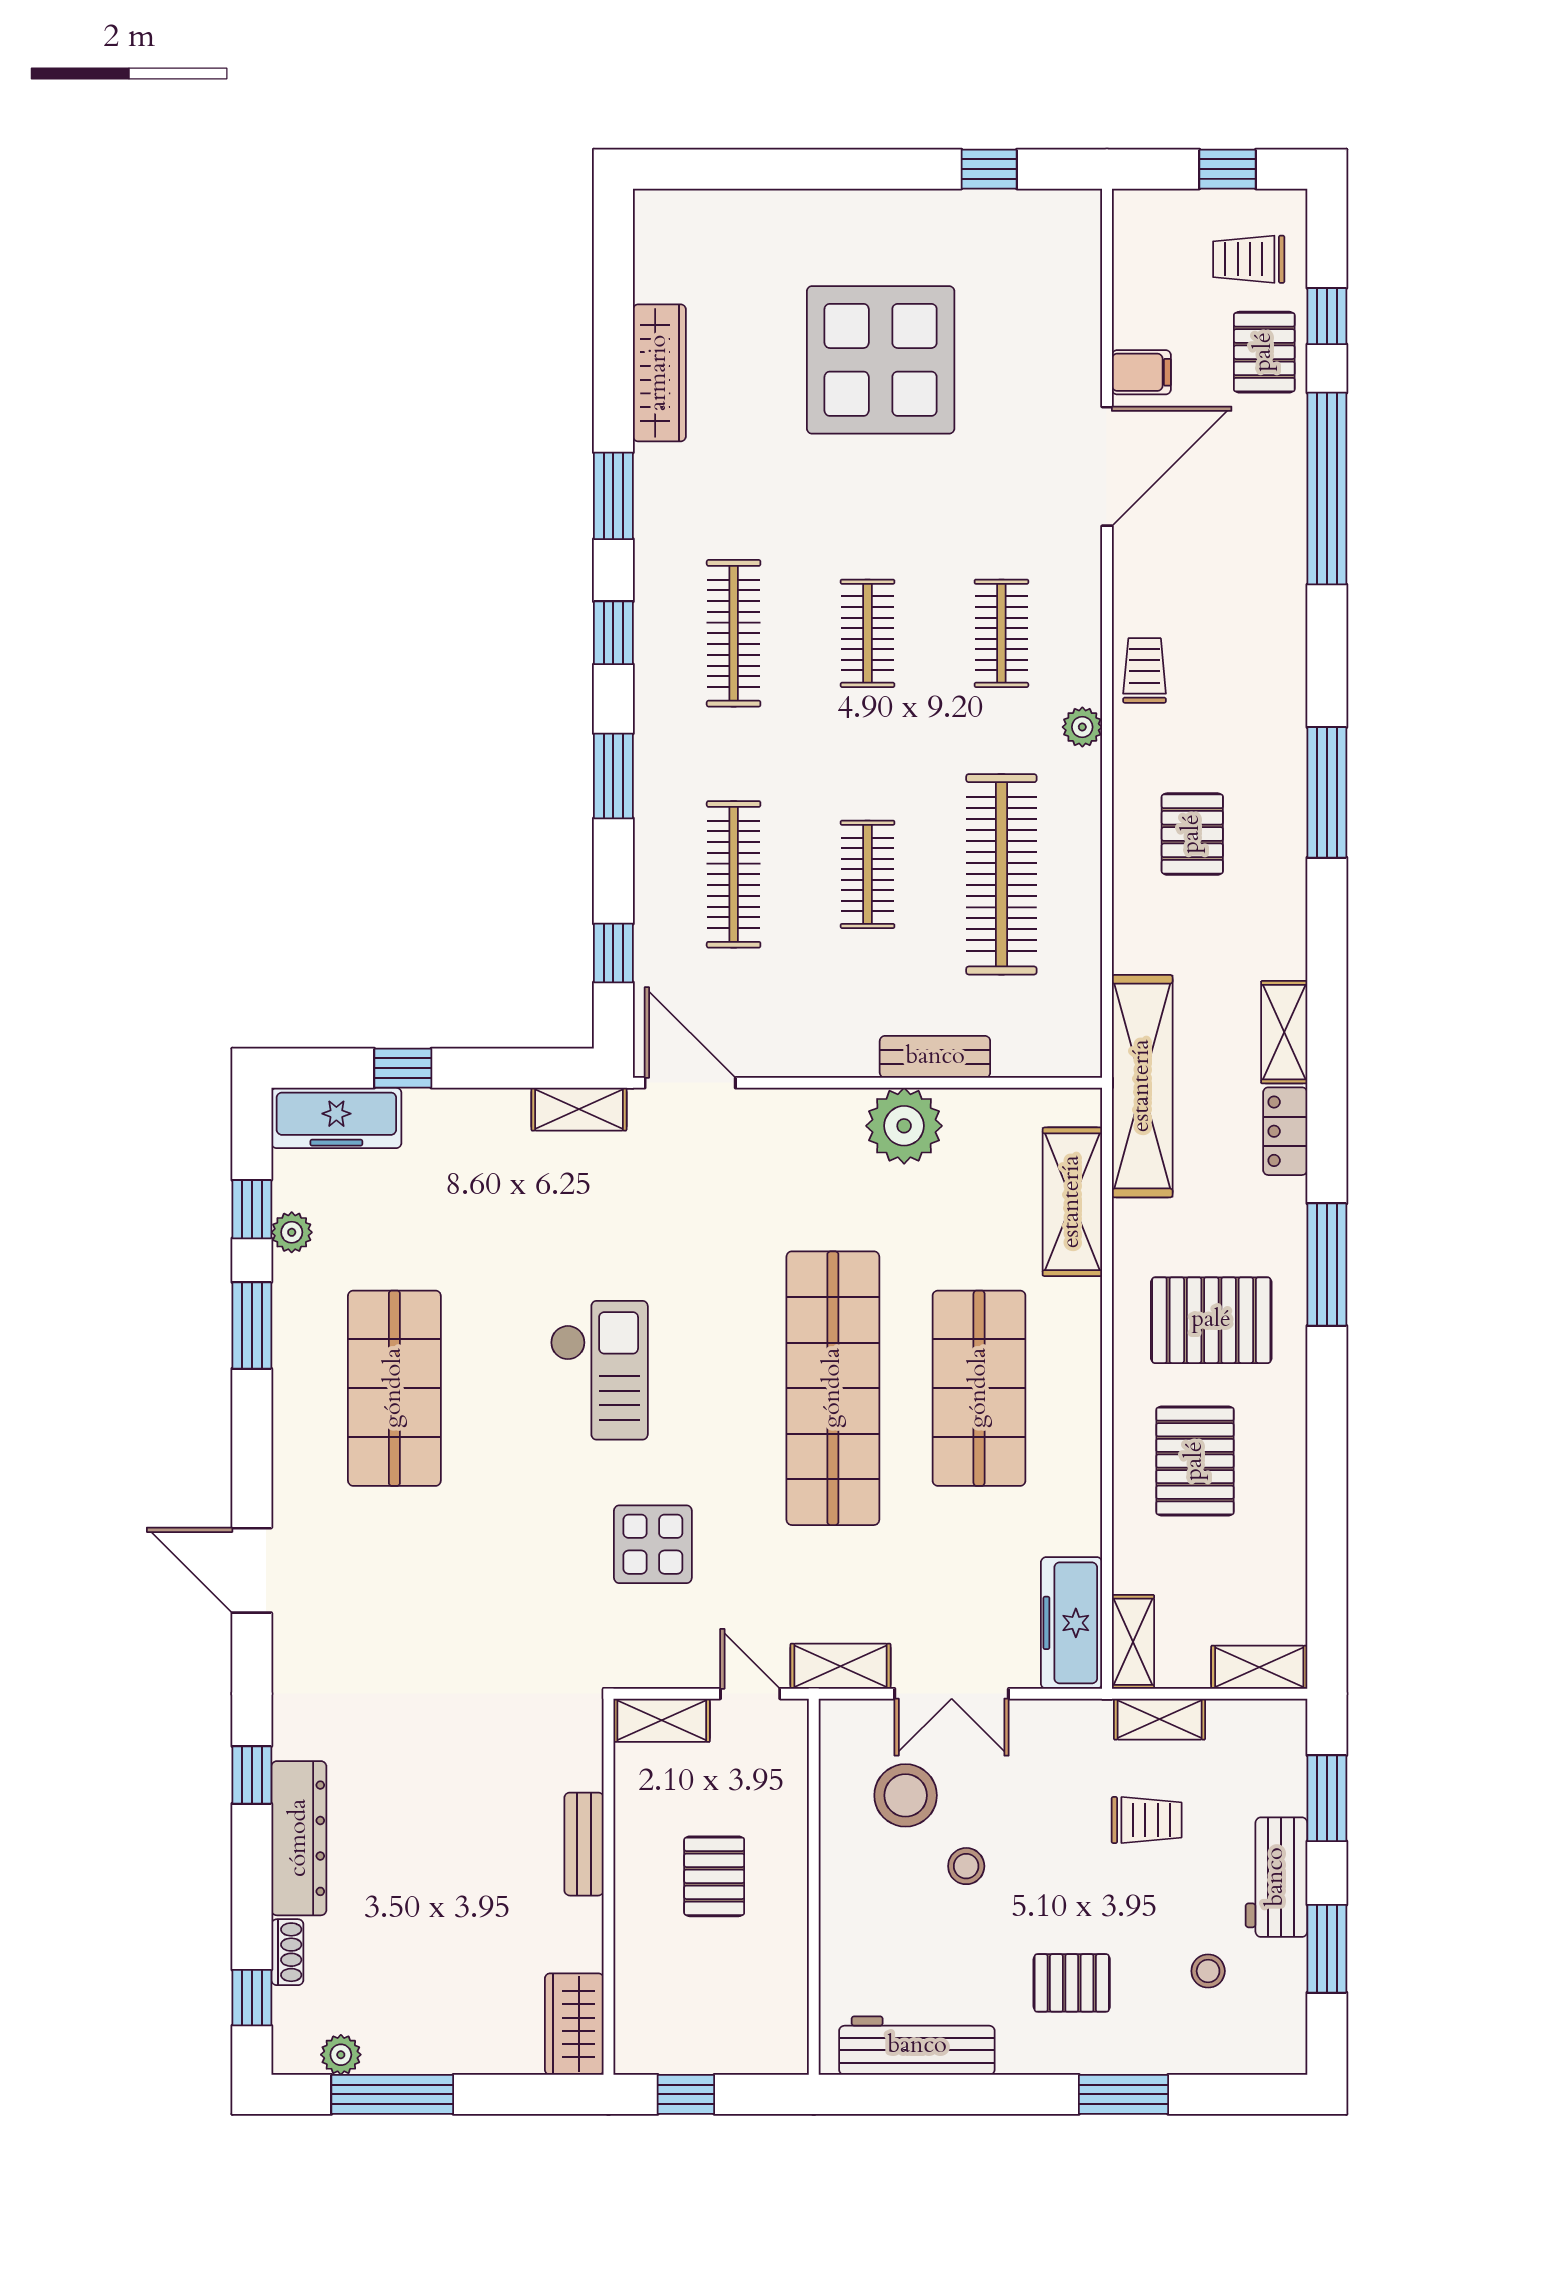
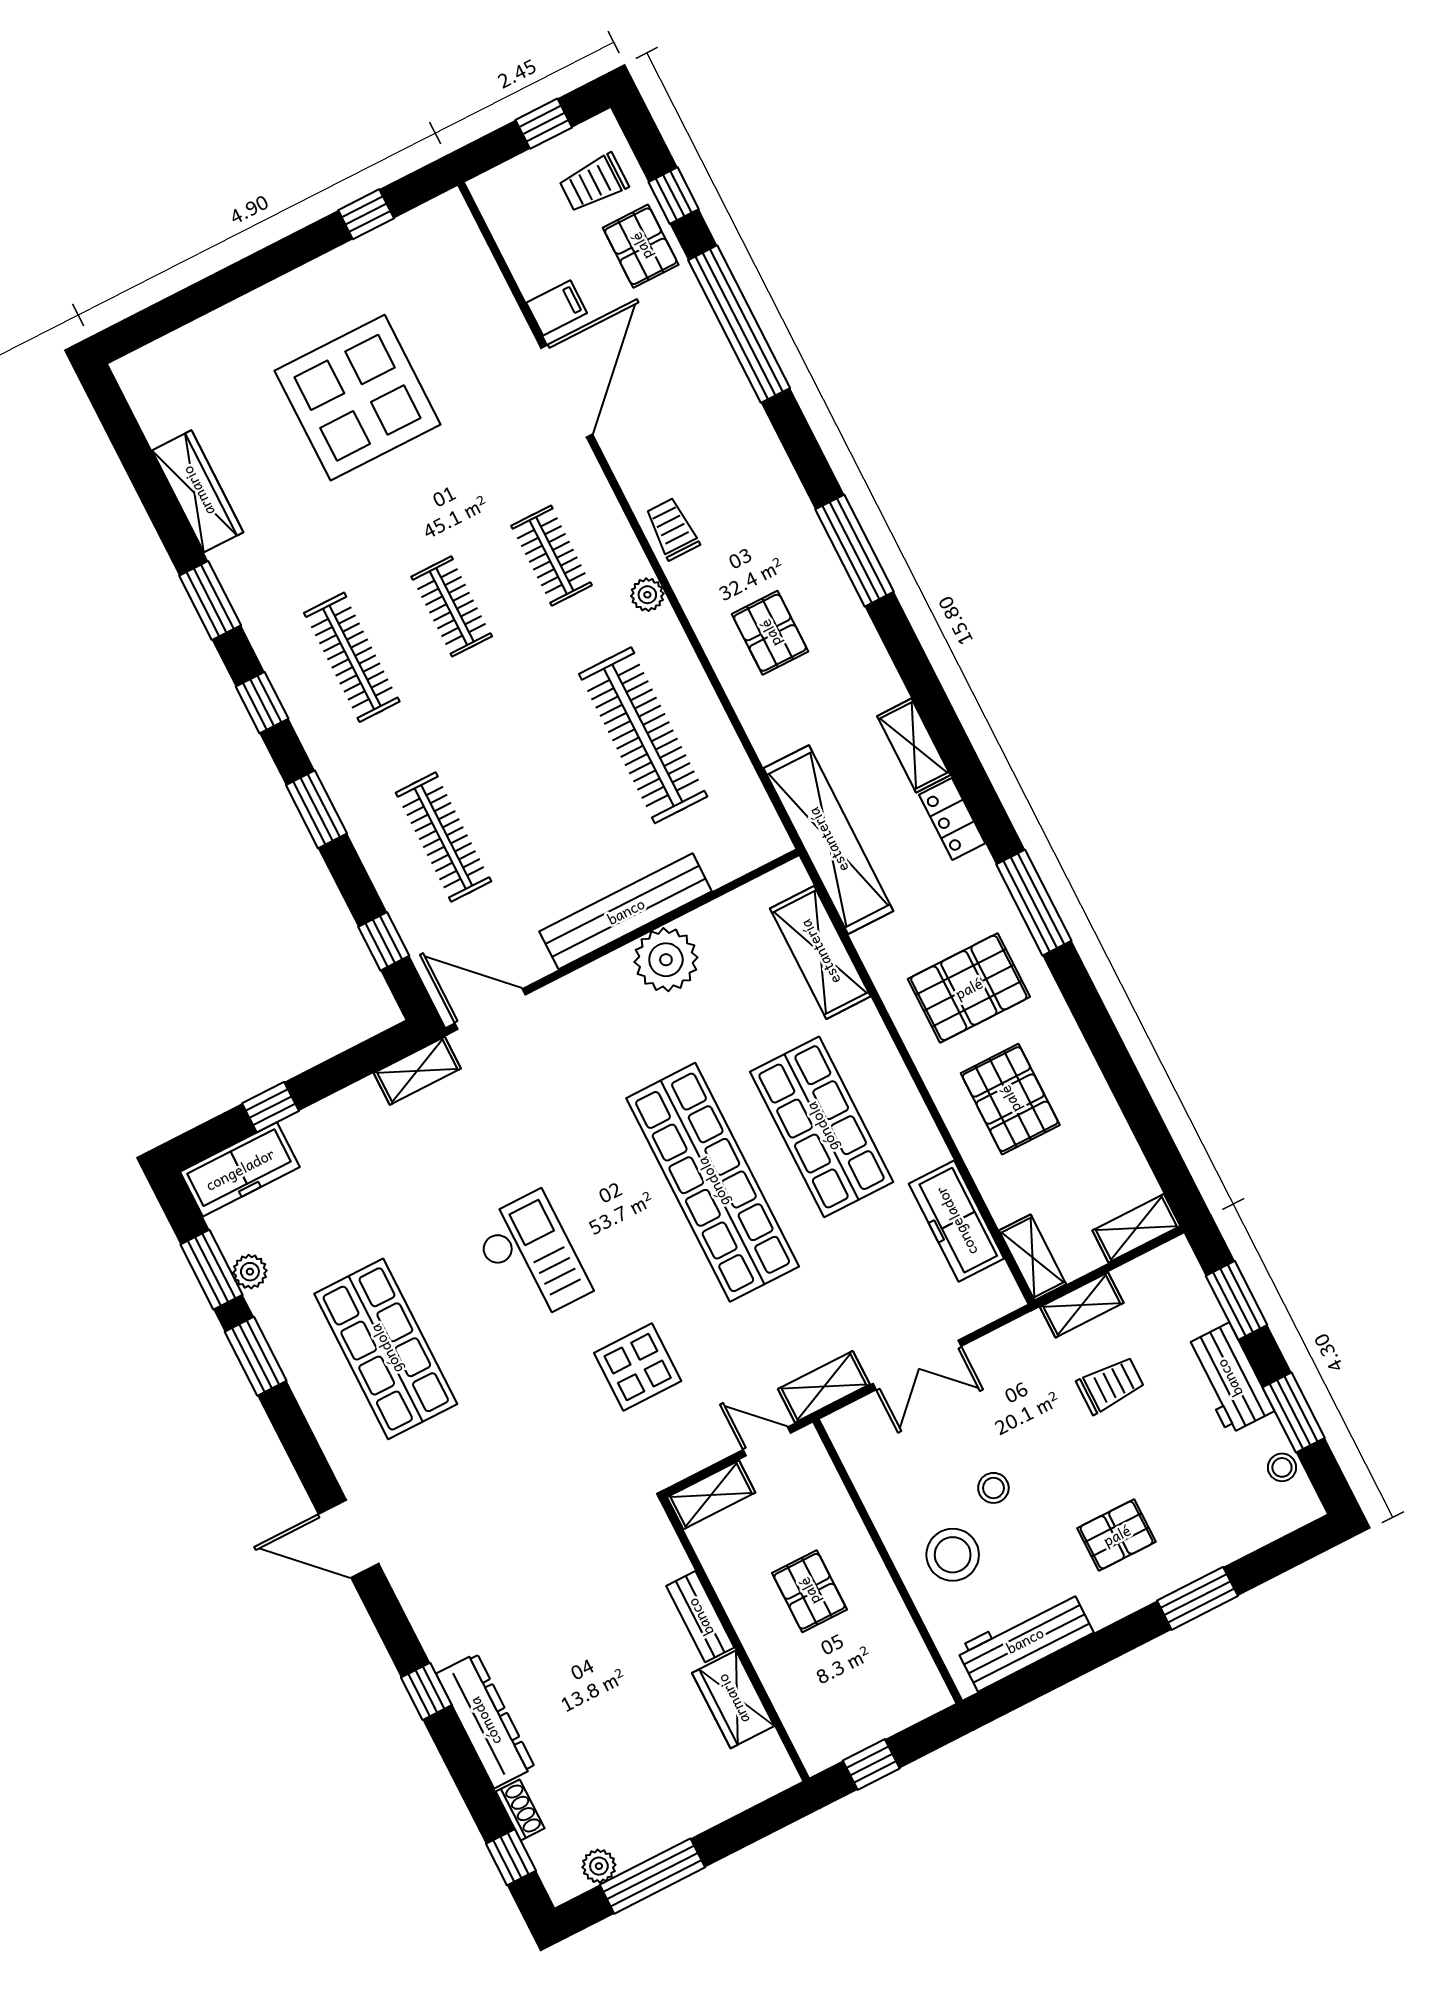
clothes rail: (868, 874) -> (543, 786), removed
bench: (935, 1057) -> (626, 911), width x1.86, depth x1.21
window: (252, 1209) -> (211, 1270), width x1.50
freezer: (1071, 1623) -> (956, 1221), moved
stool: (906, 1795) -> (953, 1555), moved
stool: (1208, 1971) -> (1282, 1467), moved
wardrobe: (574, 2024) -> (733, 1699), moved

